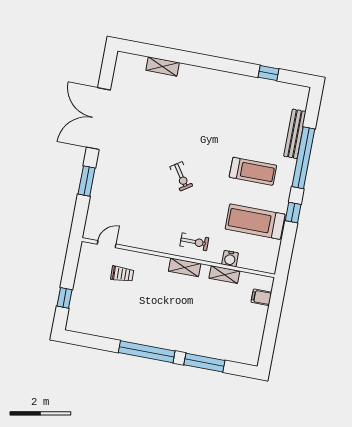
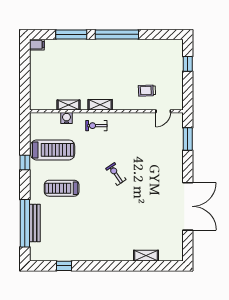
window: (303, 158) -> (25, 223), moved
window: (87, 181) -> (188, 139), moved
filing cabinet: (261, 297) -> (37, 45), moved

